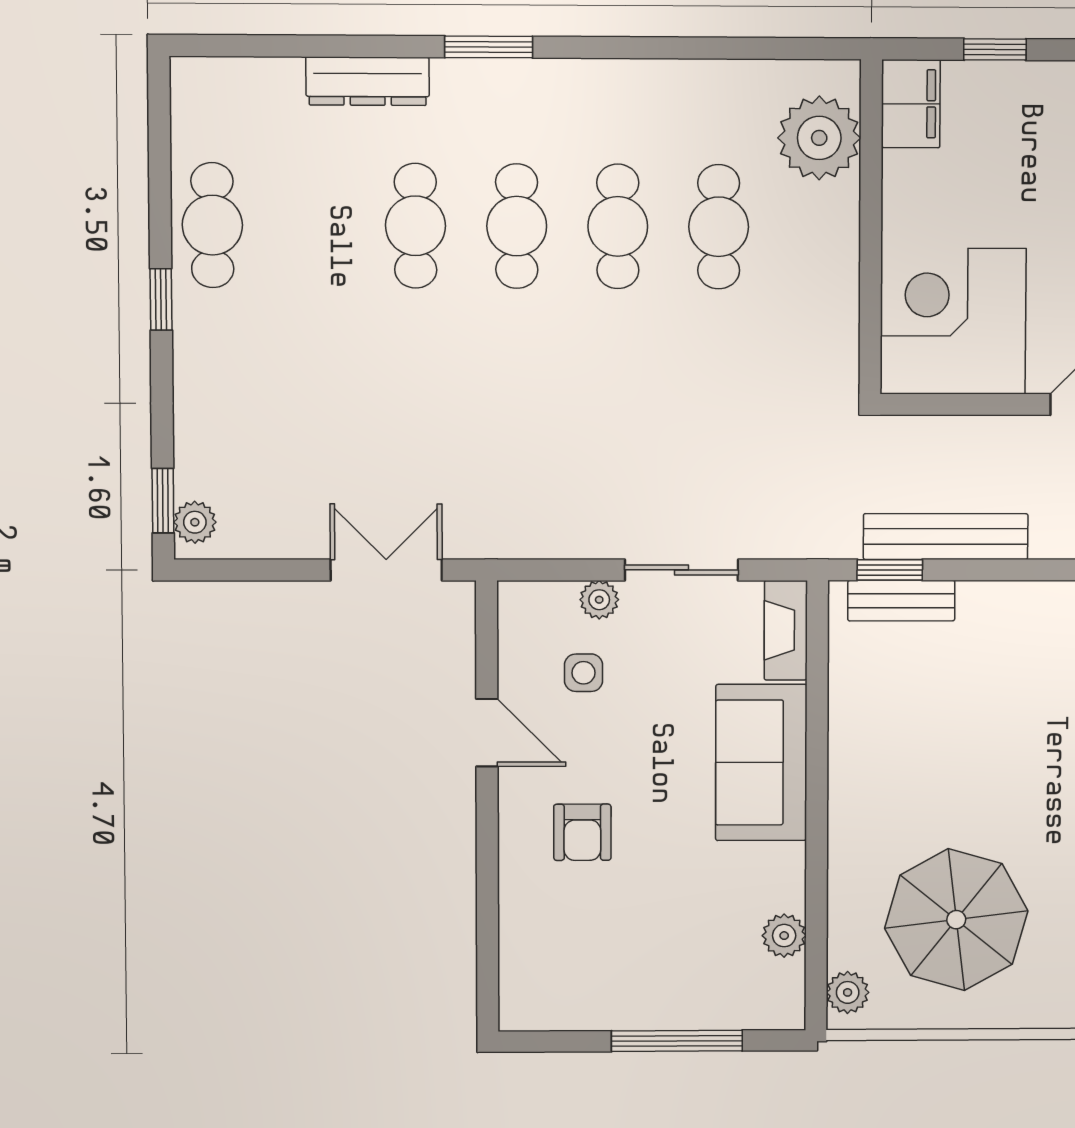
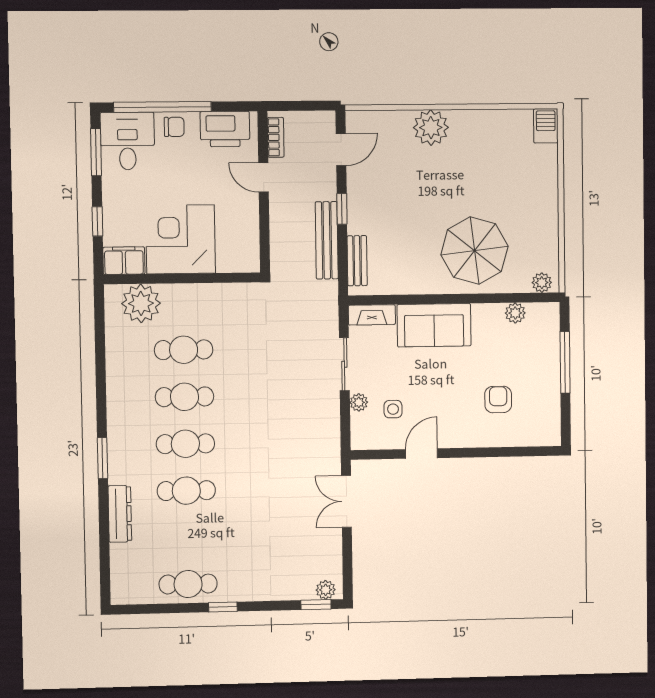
corner desk: (953, 321) -> (181, 239), moved, turned 90
window: (890, 570) -> (342, 209), moved
armchair: (582, 832) -> (498, 399), moved, turned -90
parasol: (956, 920) -> (474, 250), moved

